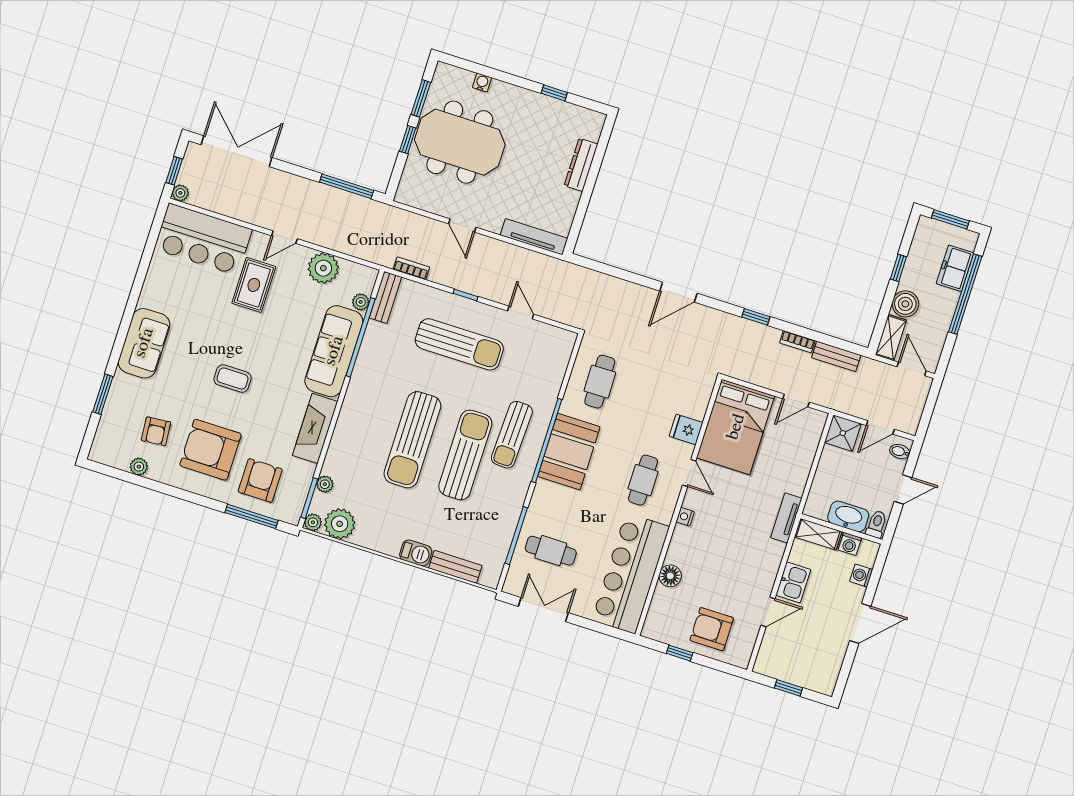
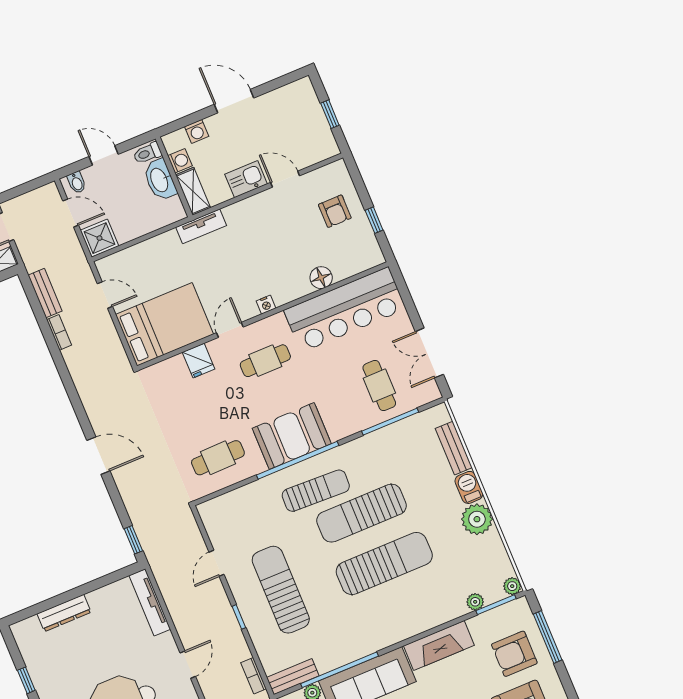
window: (756, 317) -> (133, 540), moved
plant: (340, 524) -> (477, 519), moved
armchair: (712, 629) -> (335, 211), width x0.72, depth x0.72

